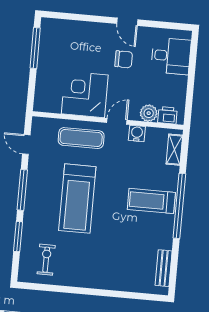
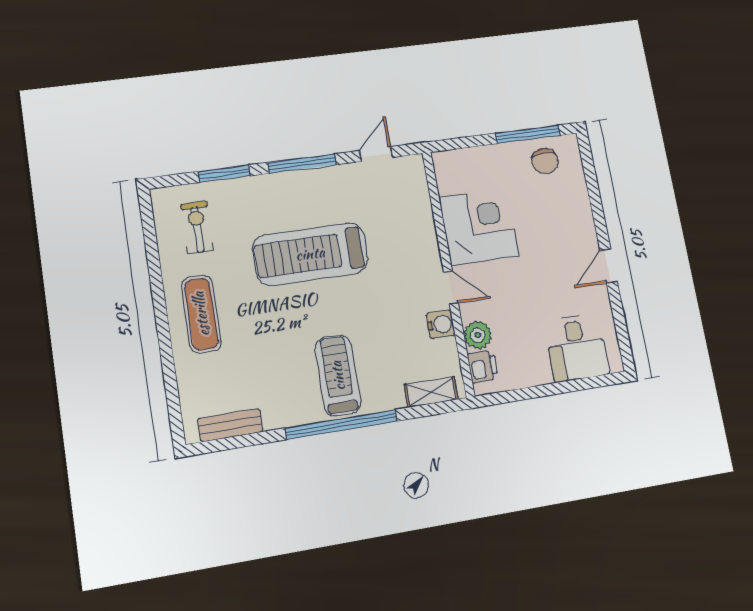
chair: (124, 59) -> (545, 161), moved
exercise mat: (81, 138) -> (201, 314), moved
exercise bike: (46, 260) -> (197, 227), turned -90

